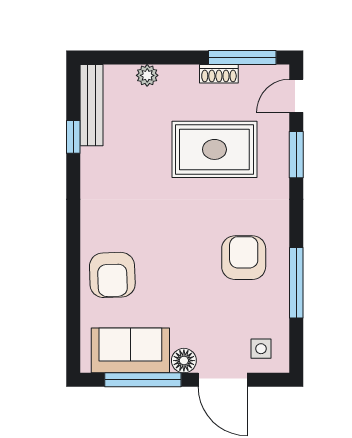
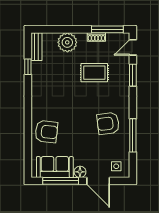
plant: (147, 75) -> (67, 42), width x1.88, depth x1.88
bench: (91, 105) -> (37, 47), width x0.73
rug: (214, 149) -> (94, 73), width x0.73, depth x0.70
armchair: (244, 258) -> (108, 123), turned -97
armchair: (112, 275) -> (46, 132), turned -82

